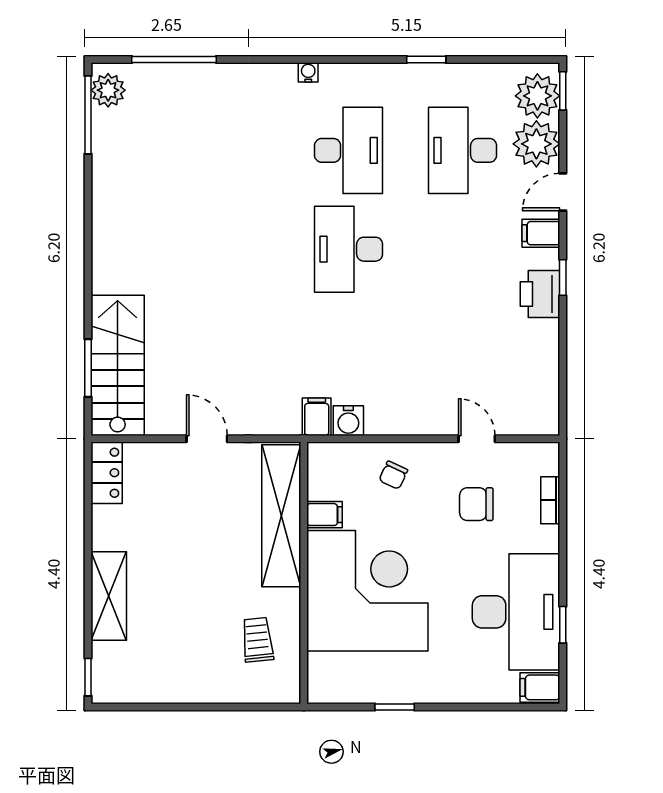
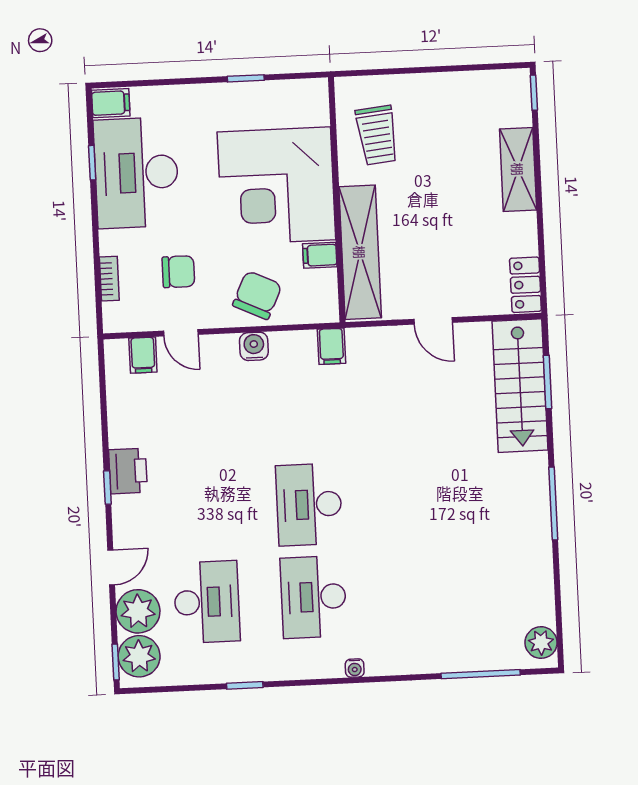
window: (88, 115) -> (553, 503), moved
filing cabinet: (541, 233) -> (143, 355), moved, turned 90
desk: (349, 249) -> (309, 505), turned 180
water cooler: (348, 421) -> (254, 346), moved
chair: (393, 475) -> (257, 295), width x1.87, depth x1.87
trolley: (257, 640) -> (377, 135), width x1.36, depth x1.39

